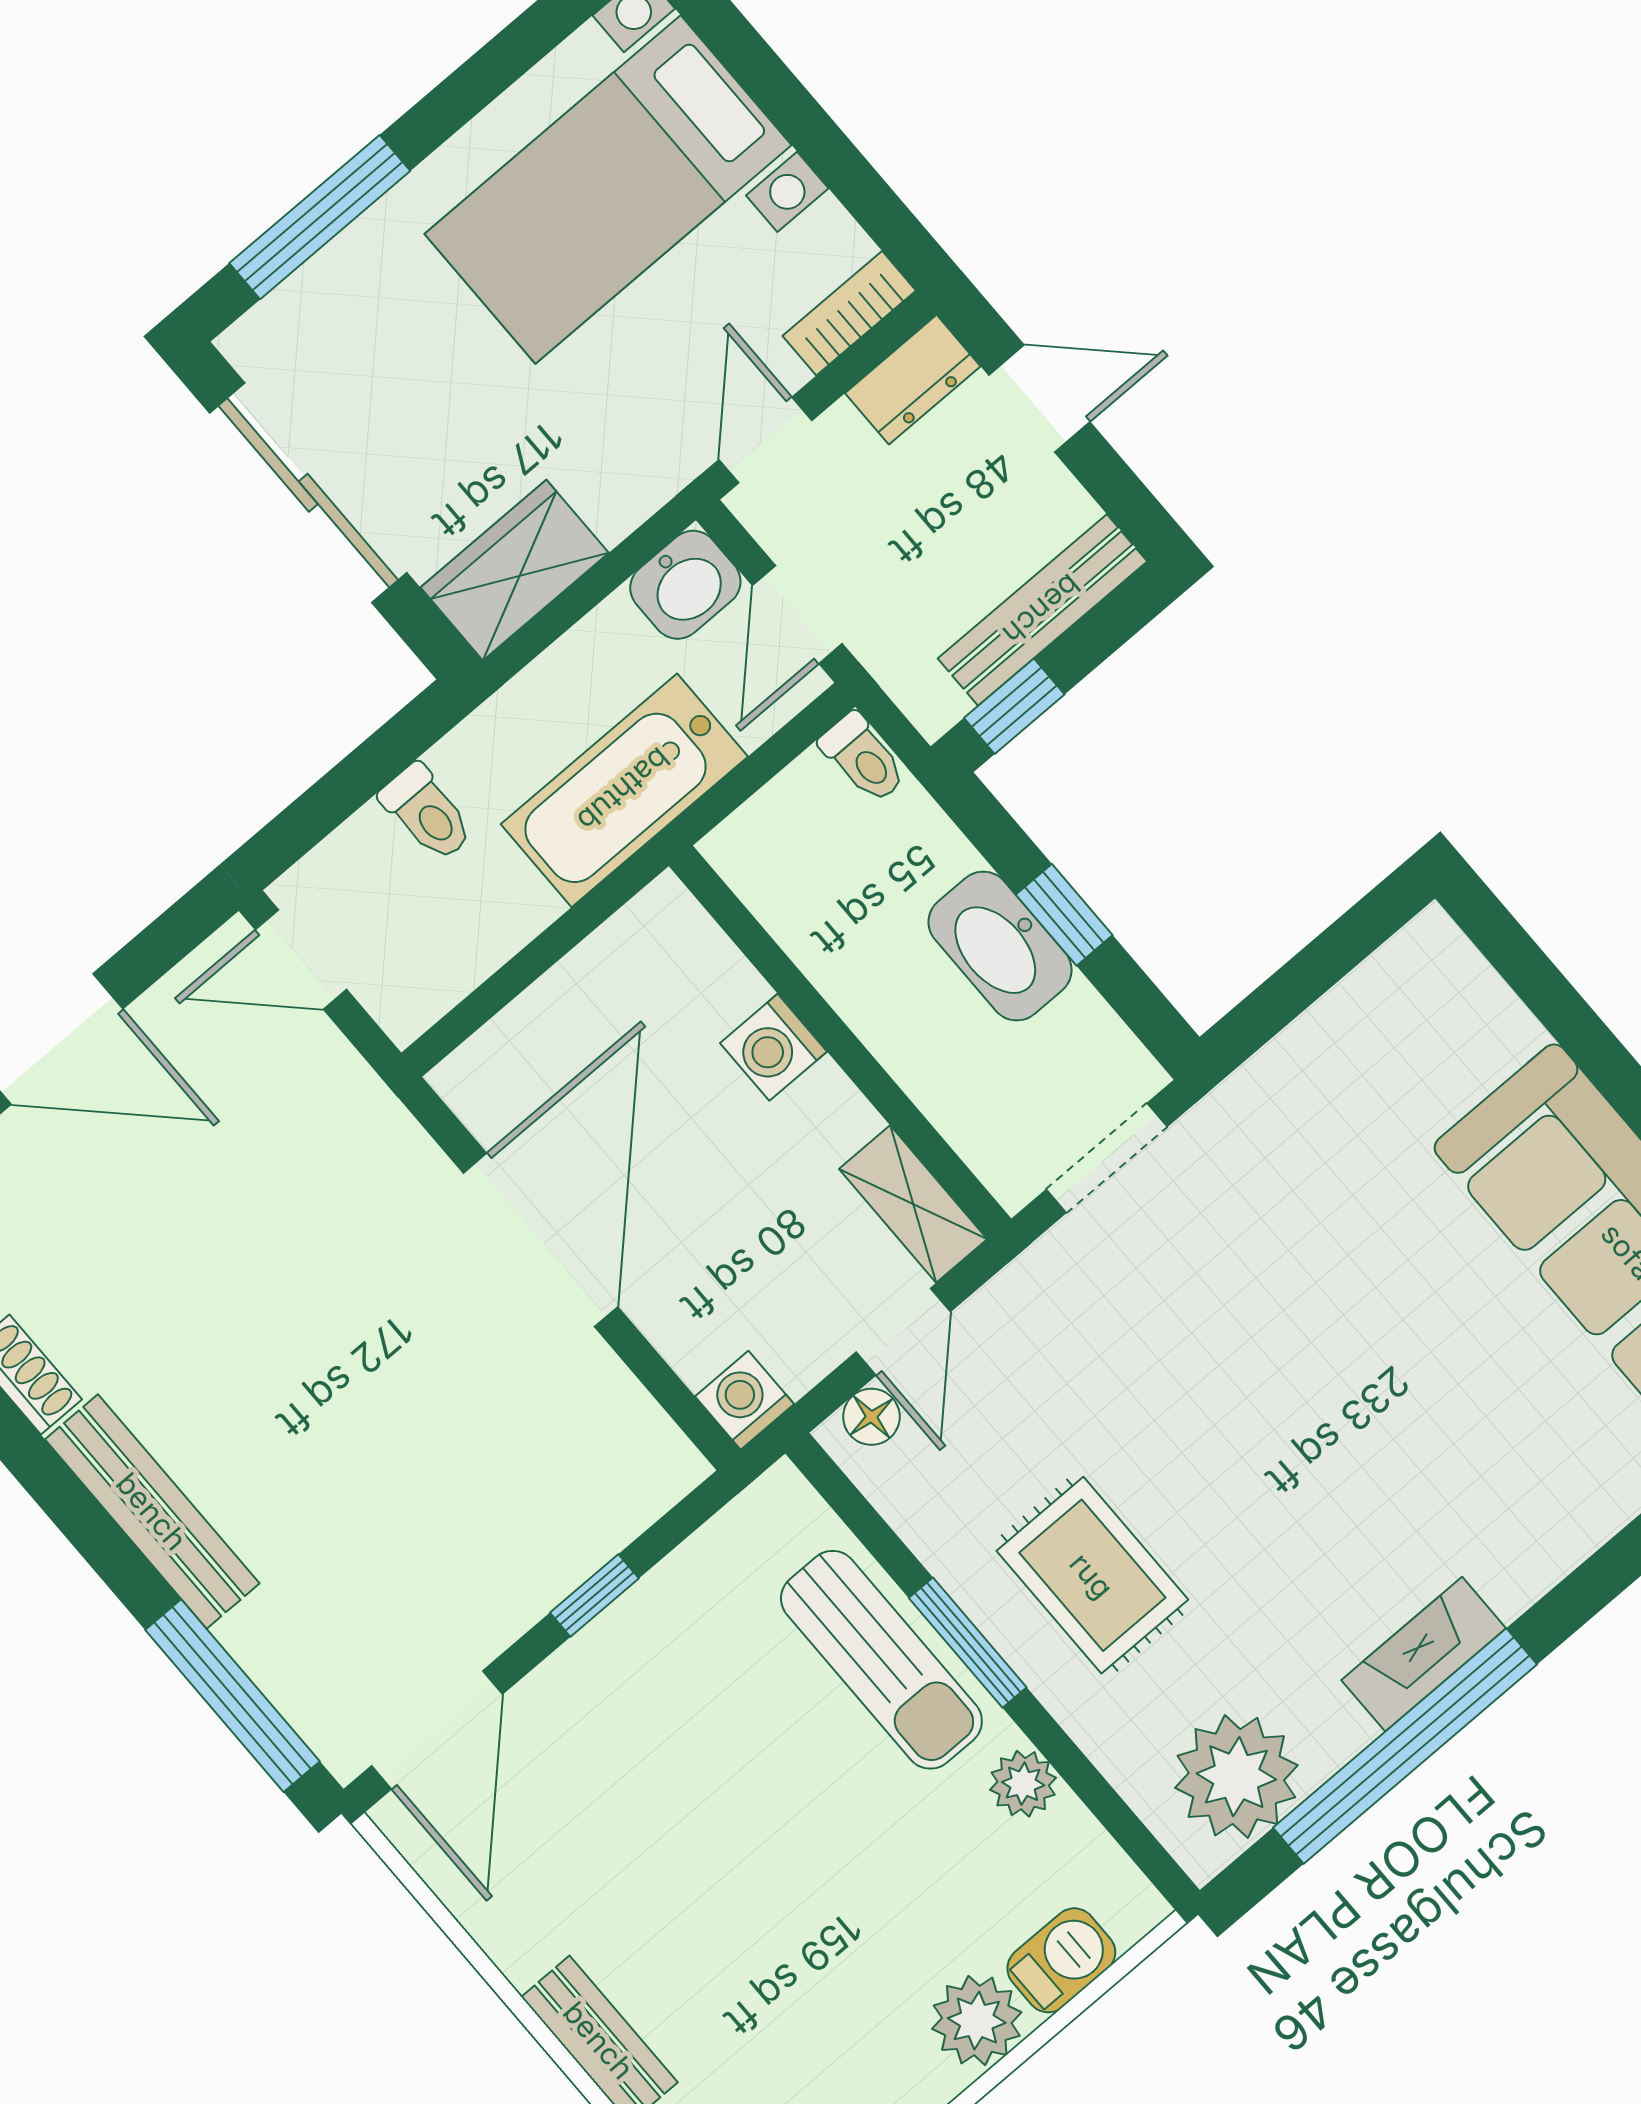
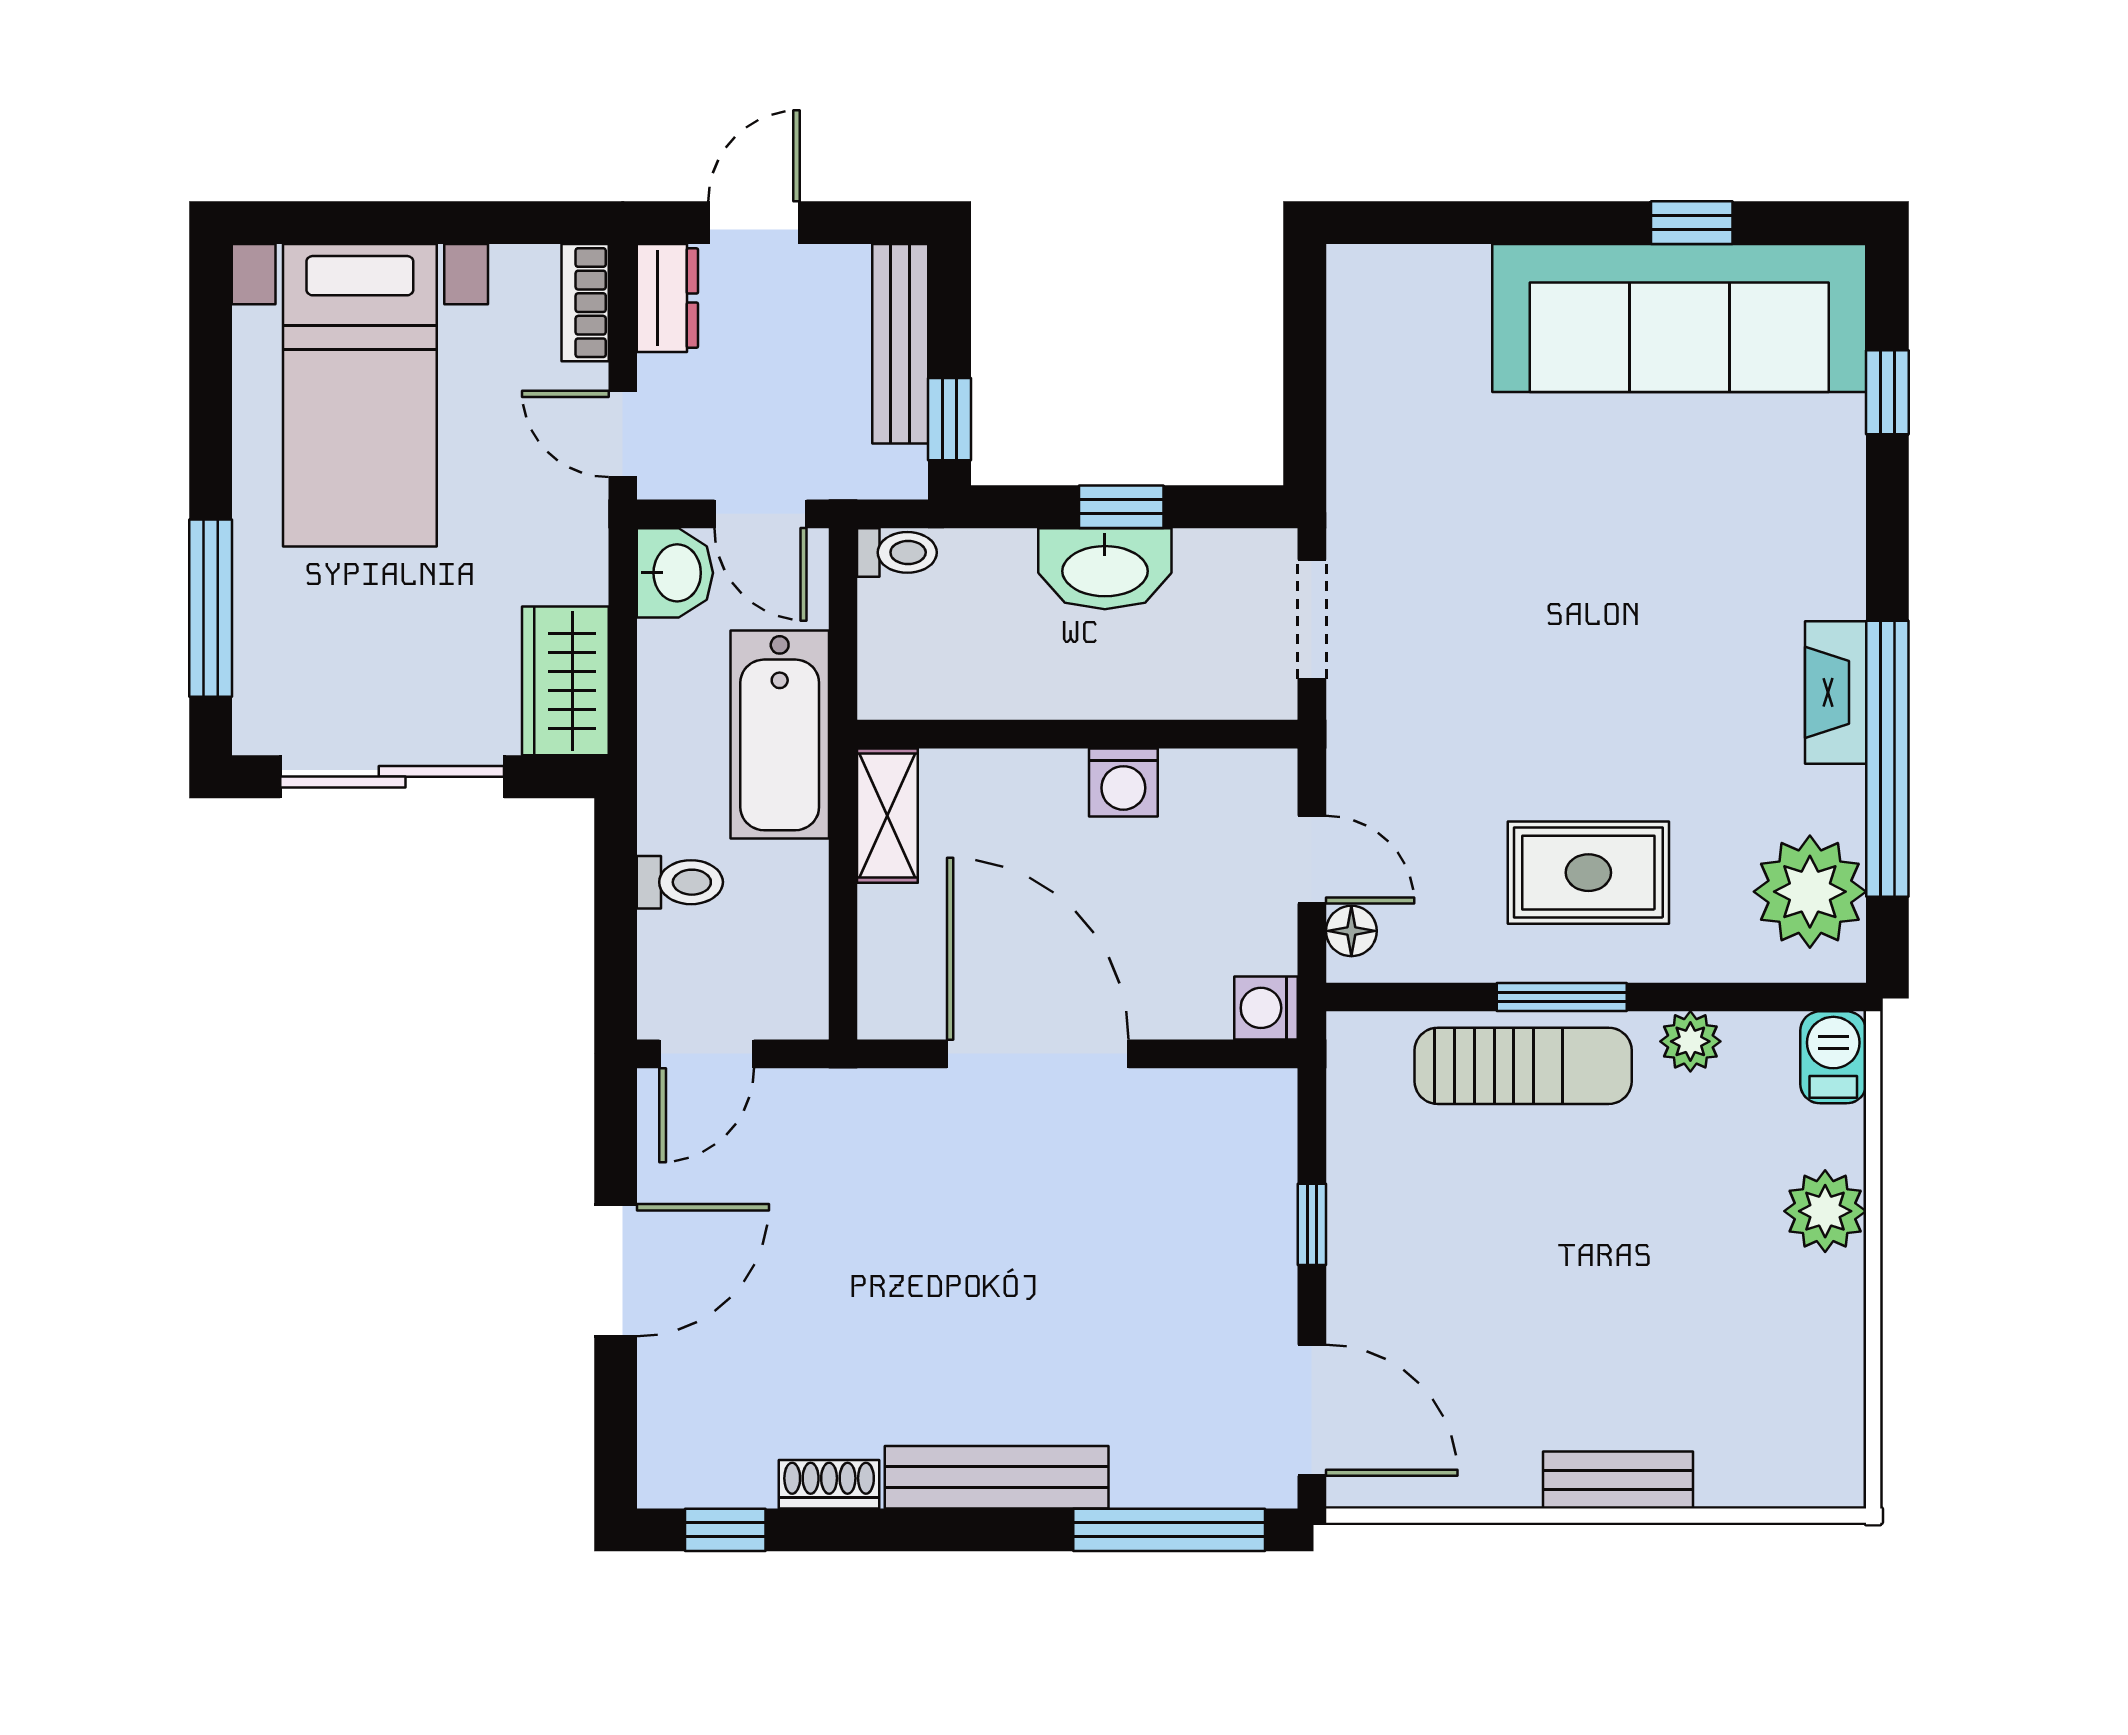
washing machine: (773, 1047) -> (1123, 782), moved
shelving: (913, 1204) -> (887, 816), moved, turned 90
barbecue: (1061, 1960) -> (1833, 1057), moved

